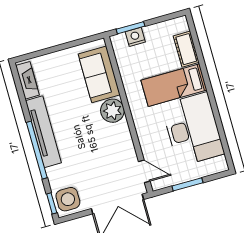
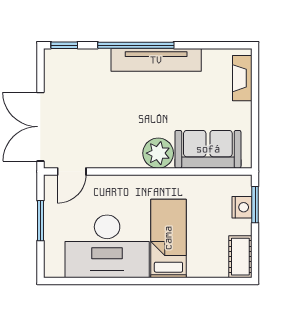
cot: (186, 49) -> (240, 257), moved, turned 90
fireplace: (27, 80) -> (242, 78), moved, turned 90
side table: (68, 199) -> (64, 67), removed

